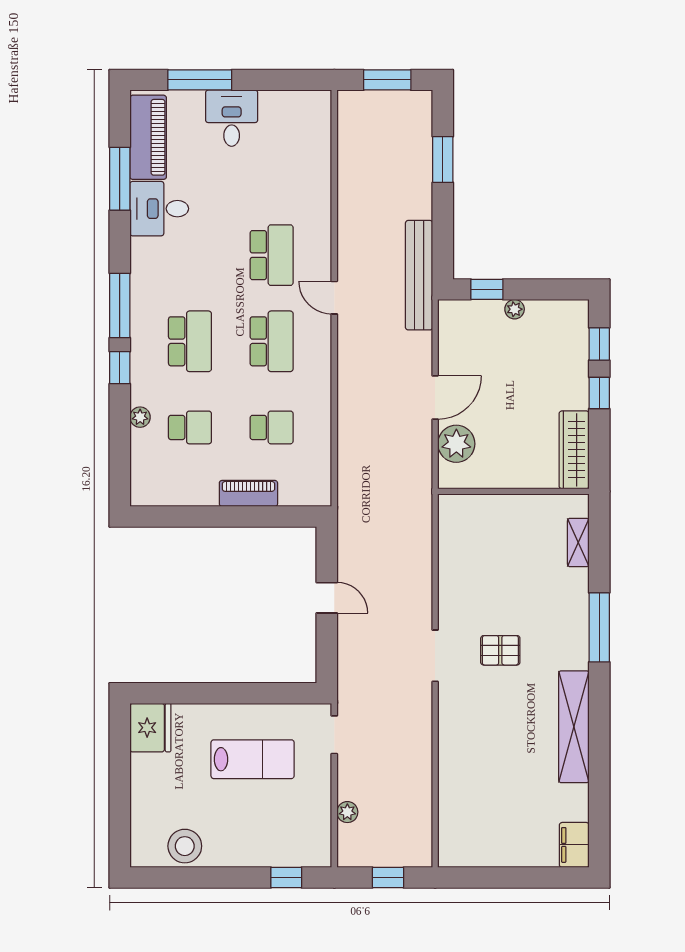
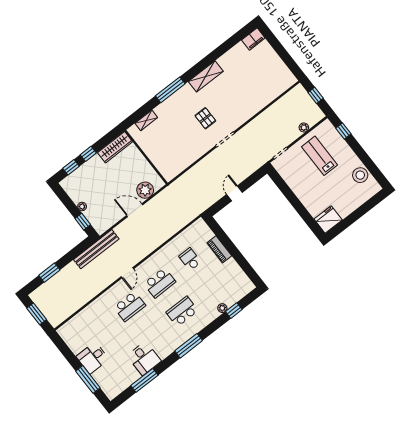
piano: (148, 137) -> (122, 382), removed
school desk: (272, 255) -> (130, 306), turned 180
school desk: (272, 341) -> (160, 283), turned 180
window: (120, 368) -> (234, 311), moved
school desk: (190, 427) -> (212, 288), removed
shelving: (574, 727) -> (206, 76), width x0.68
lab bench: (253, 759) -> (320, 156), moved

